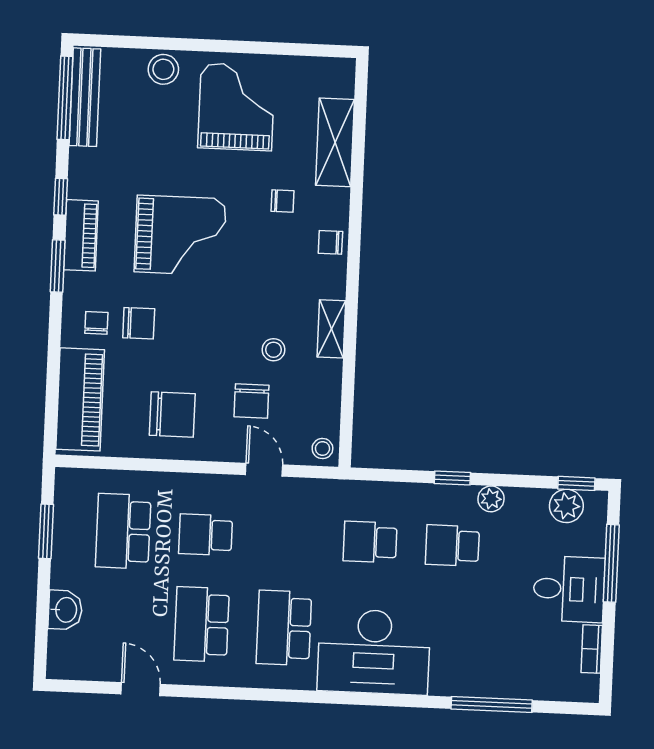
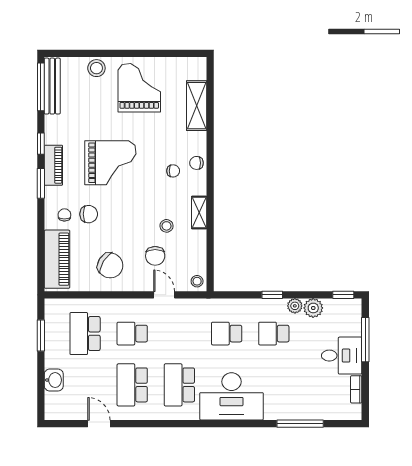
chair: (282, 201) -> (173, 171), moved
chair: (172, 414) -> (110, 265), turned 32
plant: (566, 506) -> (313, 308), moved

